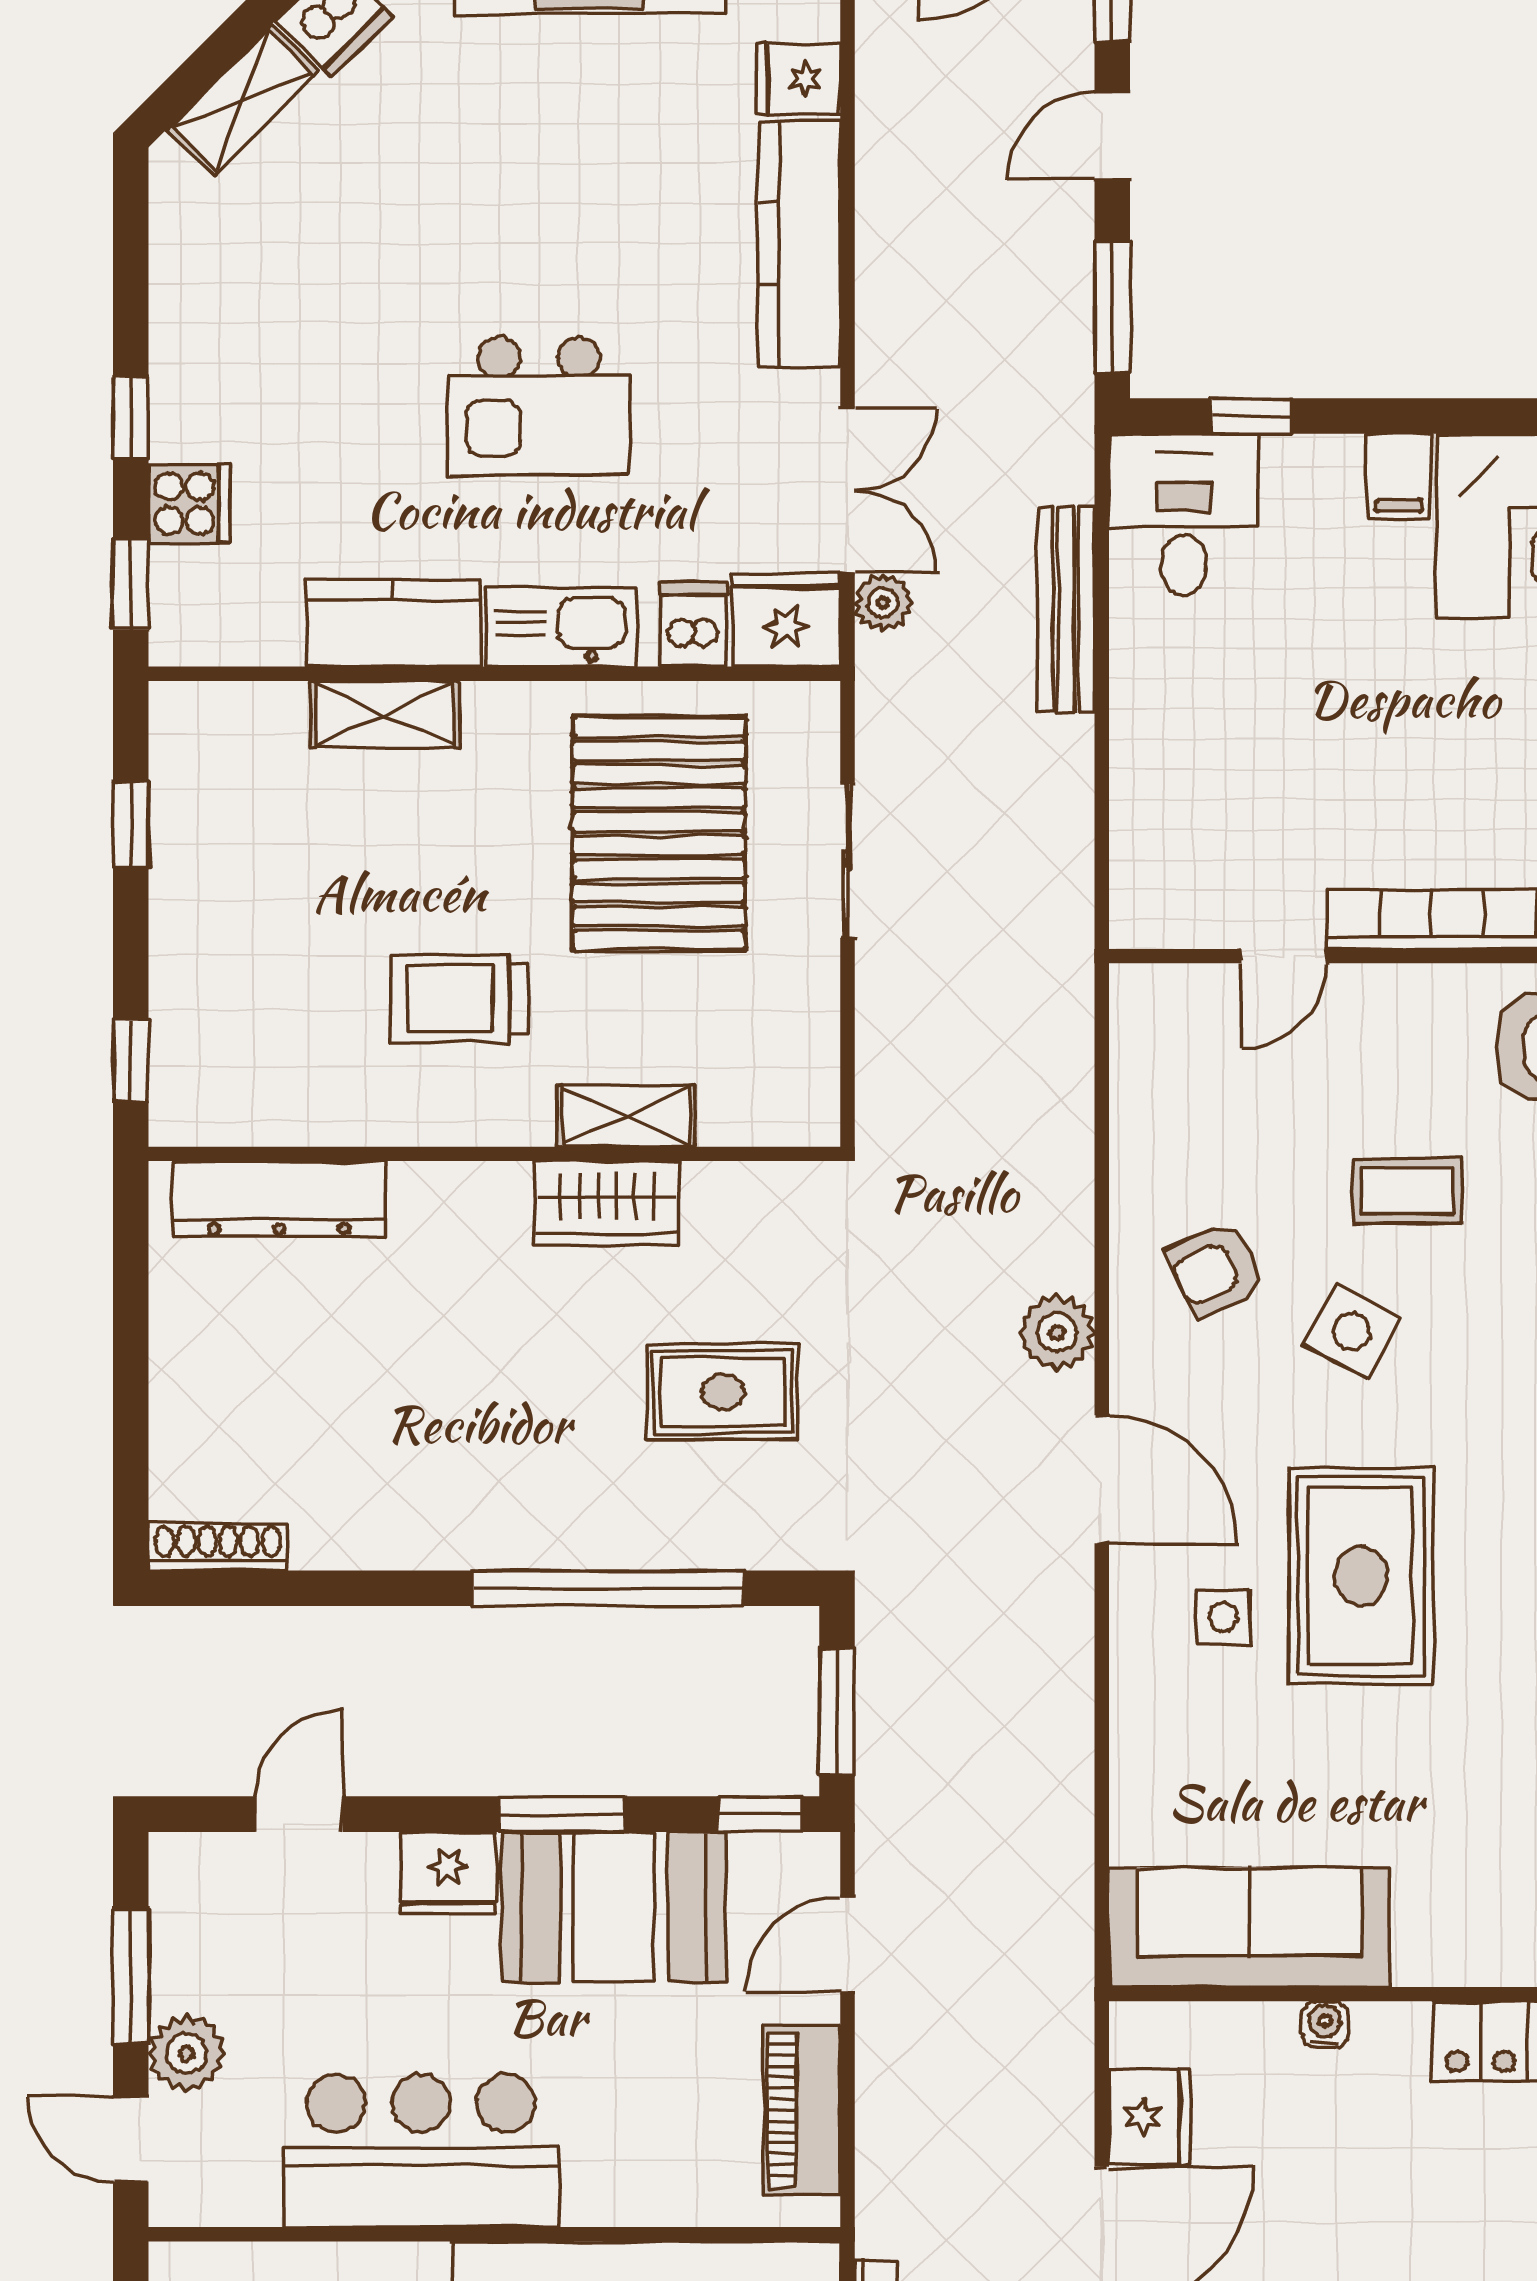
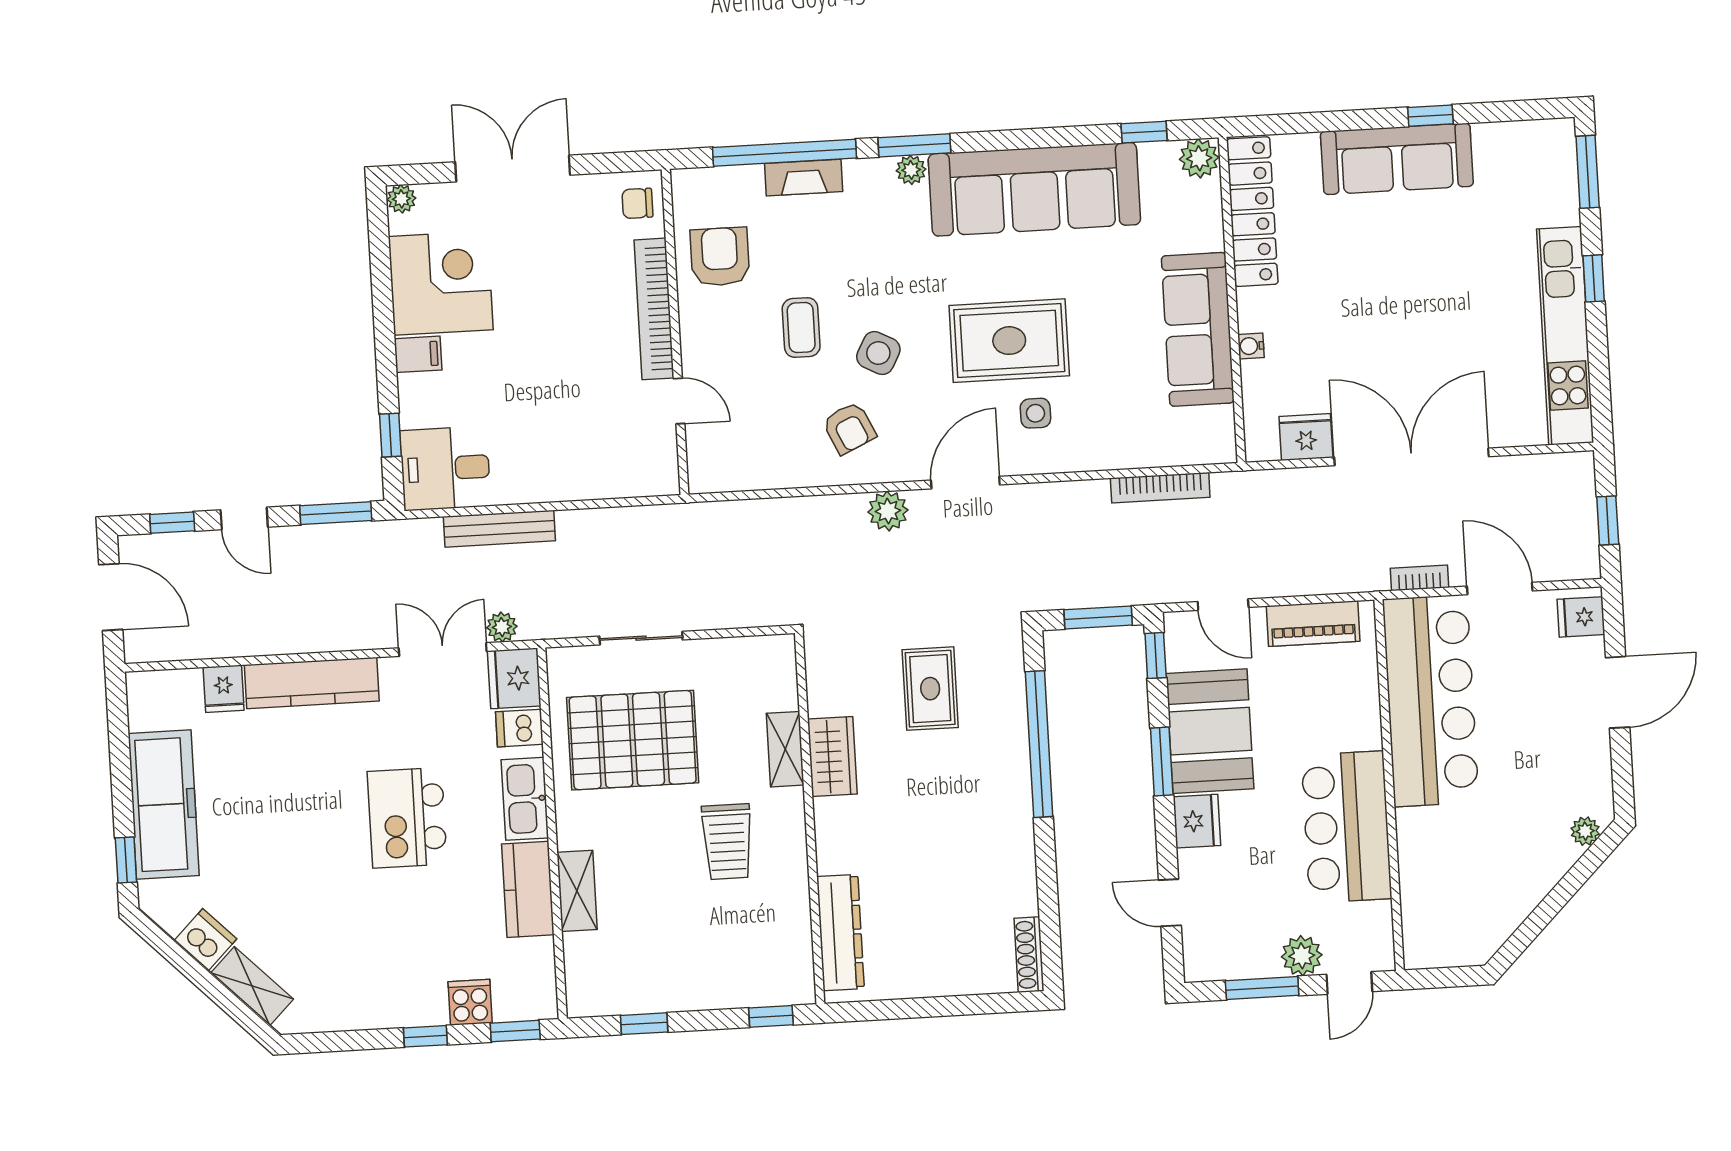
kitchen island: (539, 406) -> (407, 818), turned 180
bookcase: (1071, 1841) -> (1160, 488), added
sofa: (1249, 1927) -> (1198, 329), moved

